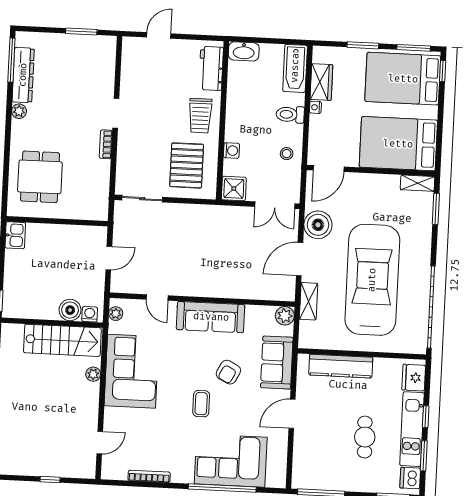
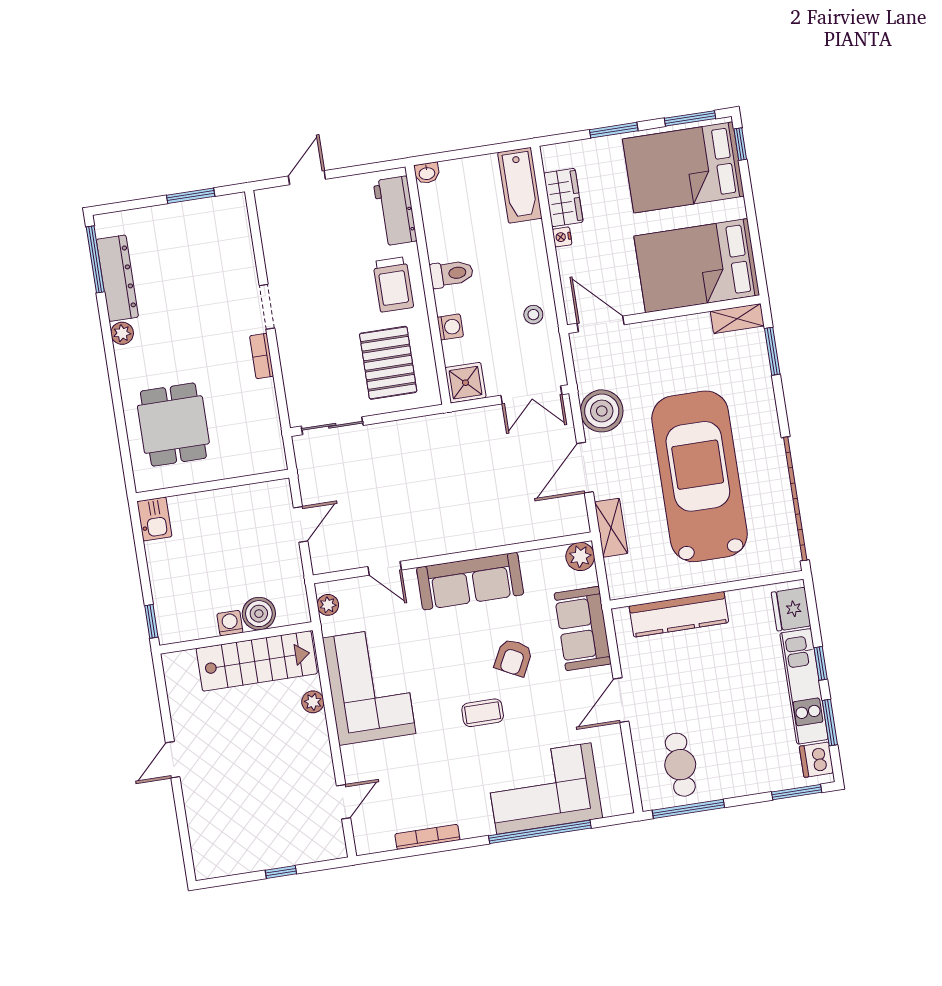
washbasin: (244, 51) -> (427, 173), width x0.52, depth x0.69
toilet: (290, 115) -> (452, 274), moved, turned 180
door: (329, 169) -> (601, 324), swing flipped
washing machine: (90, 314) -> (230, 623), moved
coffee table: (201, 404) -> (483, 713), turned 90
cafe table: (365, 437) -> (680, 765), moved

